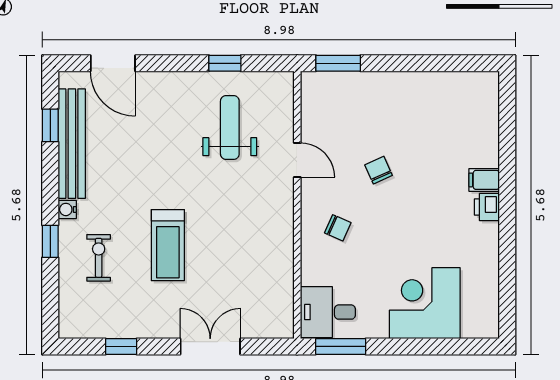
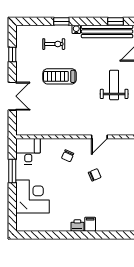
weight bench: (230, 127) -> (114, 85), moved, turned -90
window: (341, 346) -> (12, 171), moved

